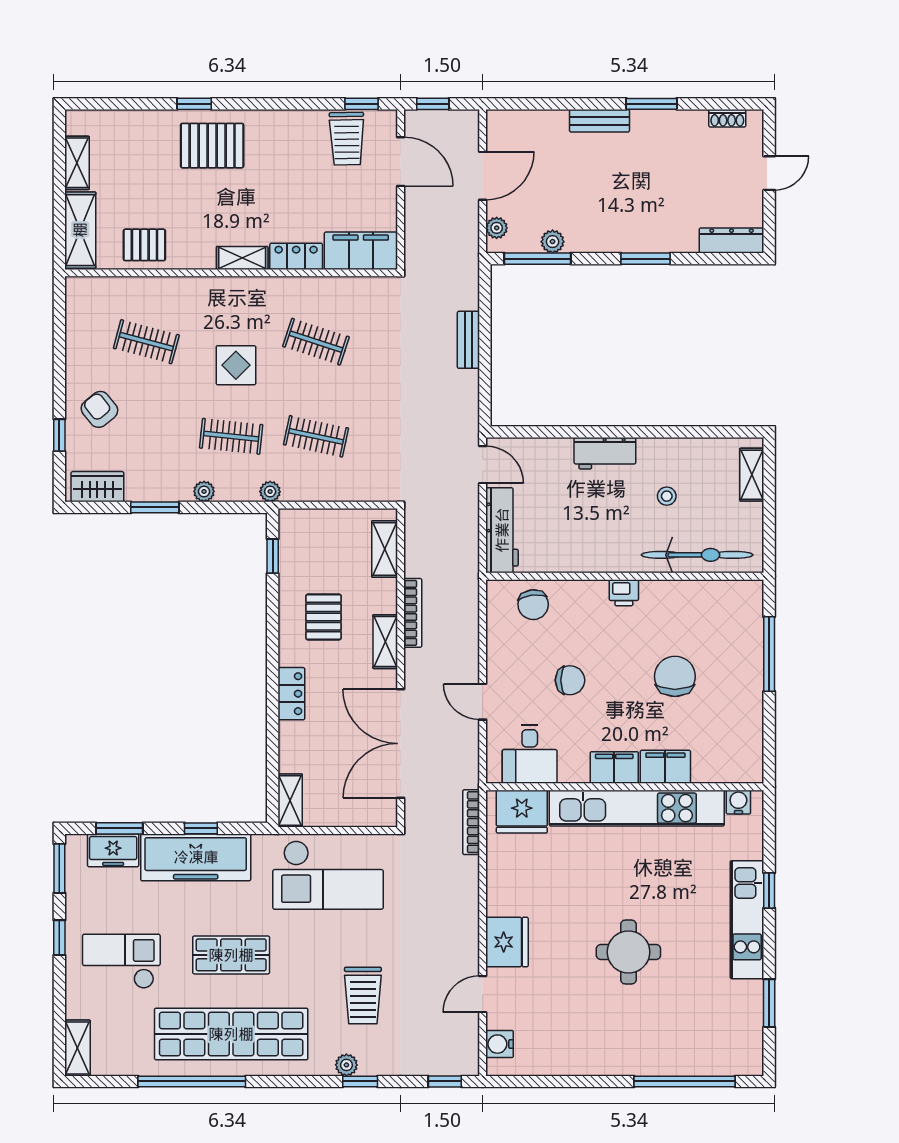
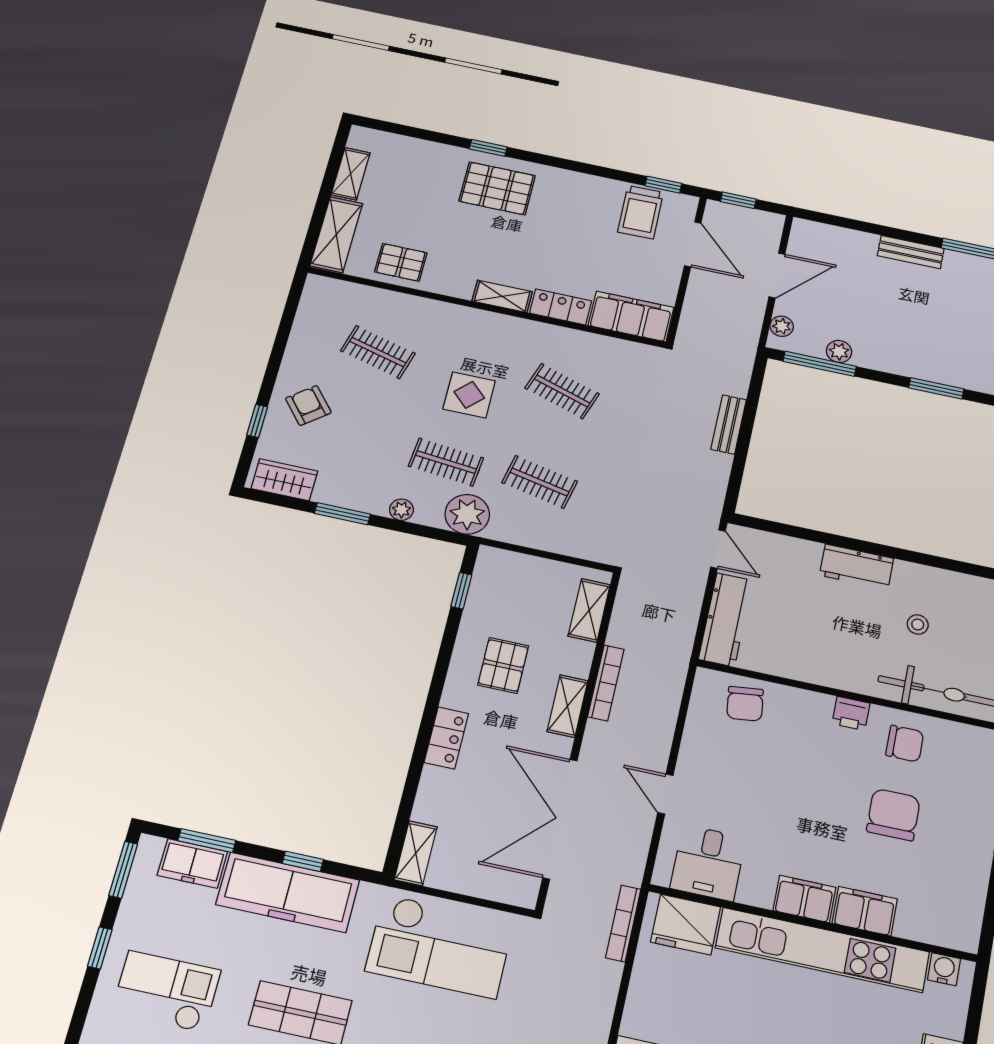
plant: (270, 492) -> (467, 514), width x1.87, depth x1.87
chair: (570, 680) -> (905, 744), moved

